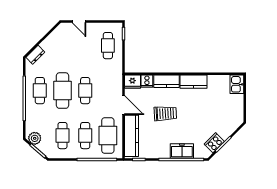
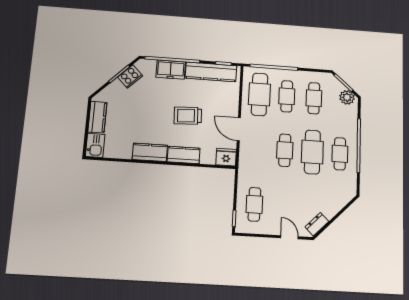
dresser: (35, 55) -> (317, 224), moved
cooker: (147, 81) -> (208, 157), removed
kitchen counter: (237, 107) -> (97, 117), added
kitchen counter: (131, 136) -> (211, 72), moved, turned -90

